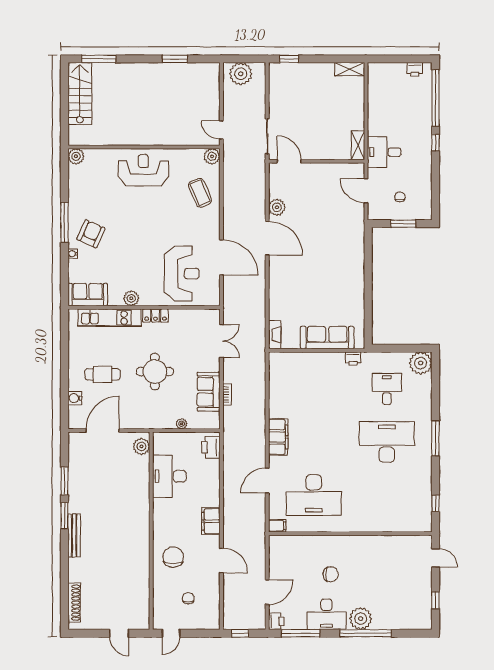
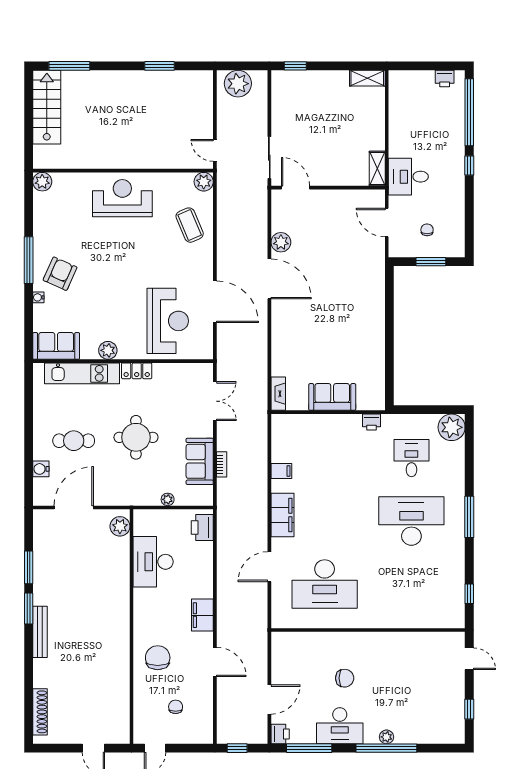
sofa: (327, 338) -> (332, 397), width x0.73
filing cabinet: (277, 526) -> (281, 471), moved
plant: (361, 619) -> (387, 737), width x0.53, depth x0.53

